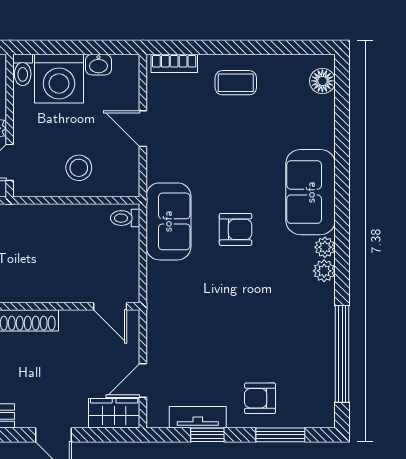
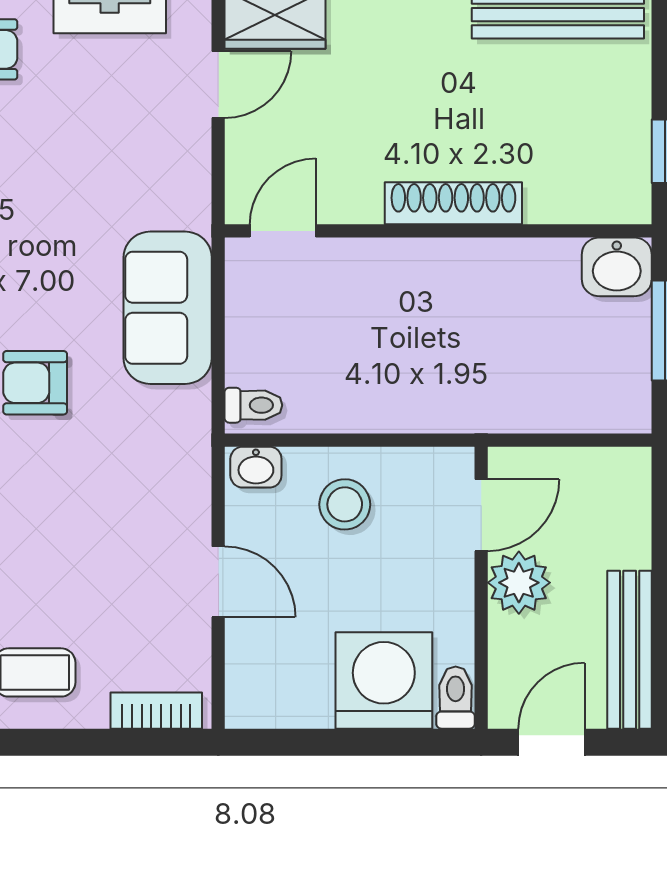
washbasin: (98, 65) -> (256, 467), moved, turned 180
sofa: (168, 221) -> (168, 308), moved
door: (110, 306) -> (283, 231), hinge flipped

